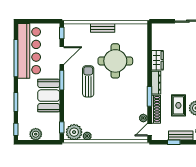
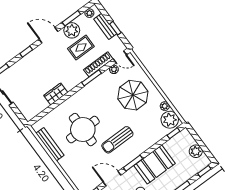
bench: (103, 28) -> (50, 144), moved, width x1.36
dresser: (156, 83) -> (76, 81), removed
parasol: (113, 118) -> (133, 95), added

